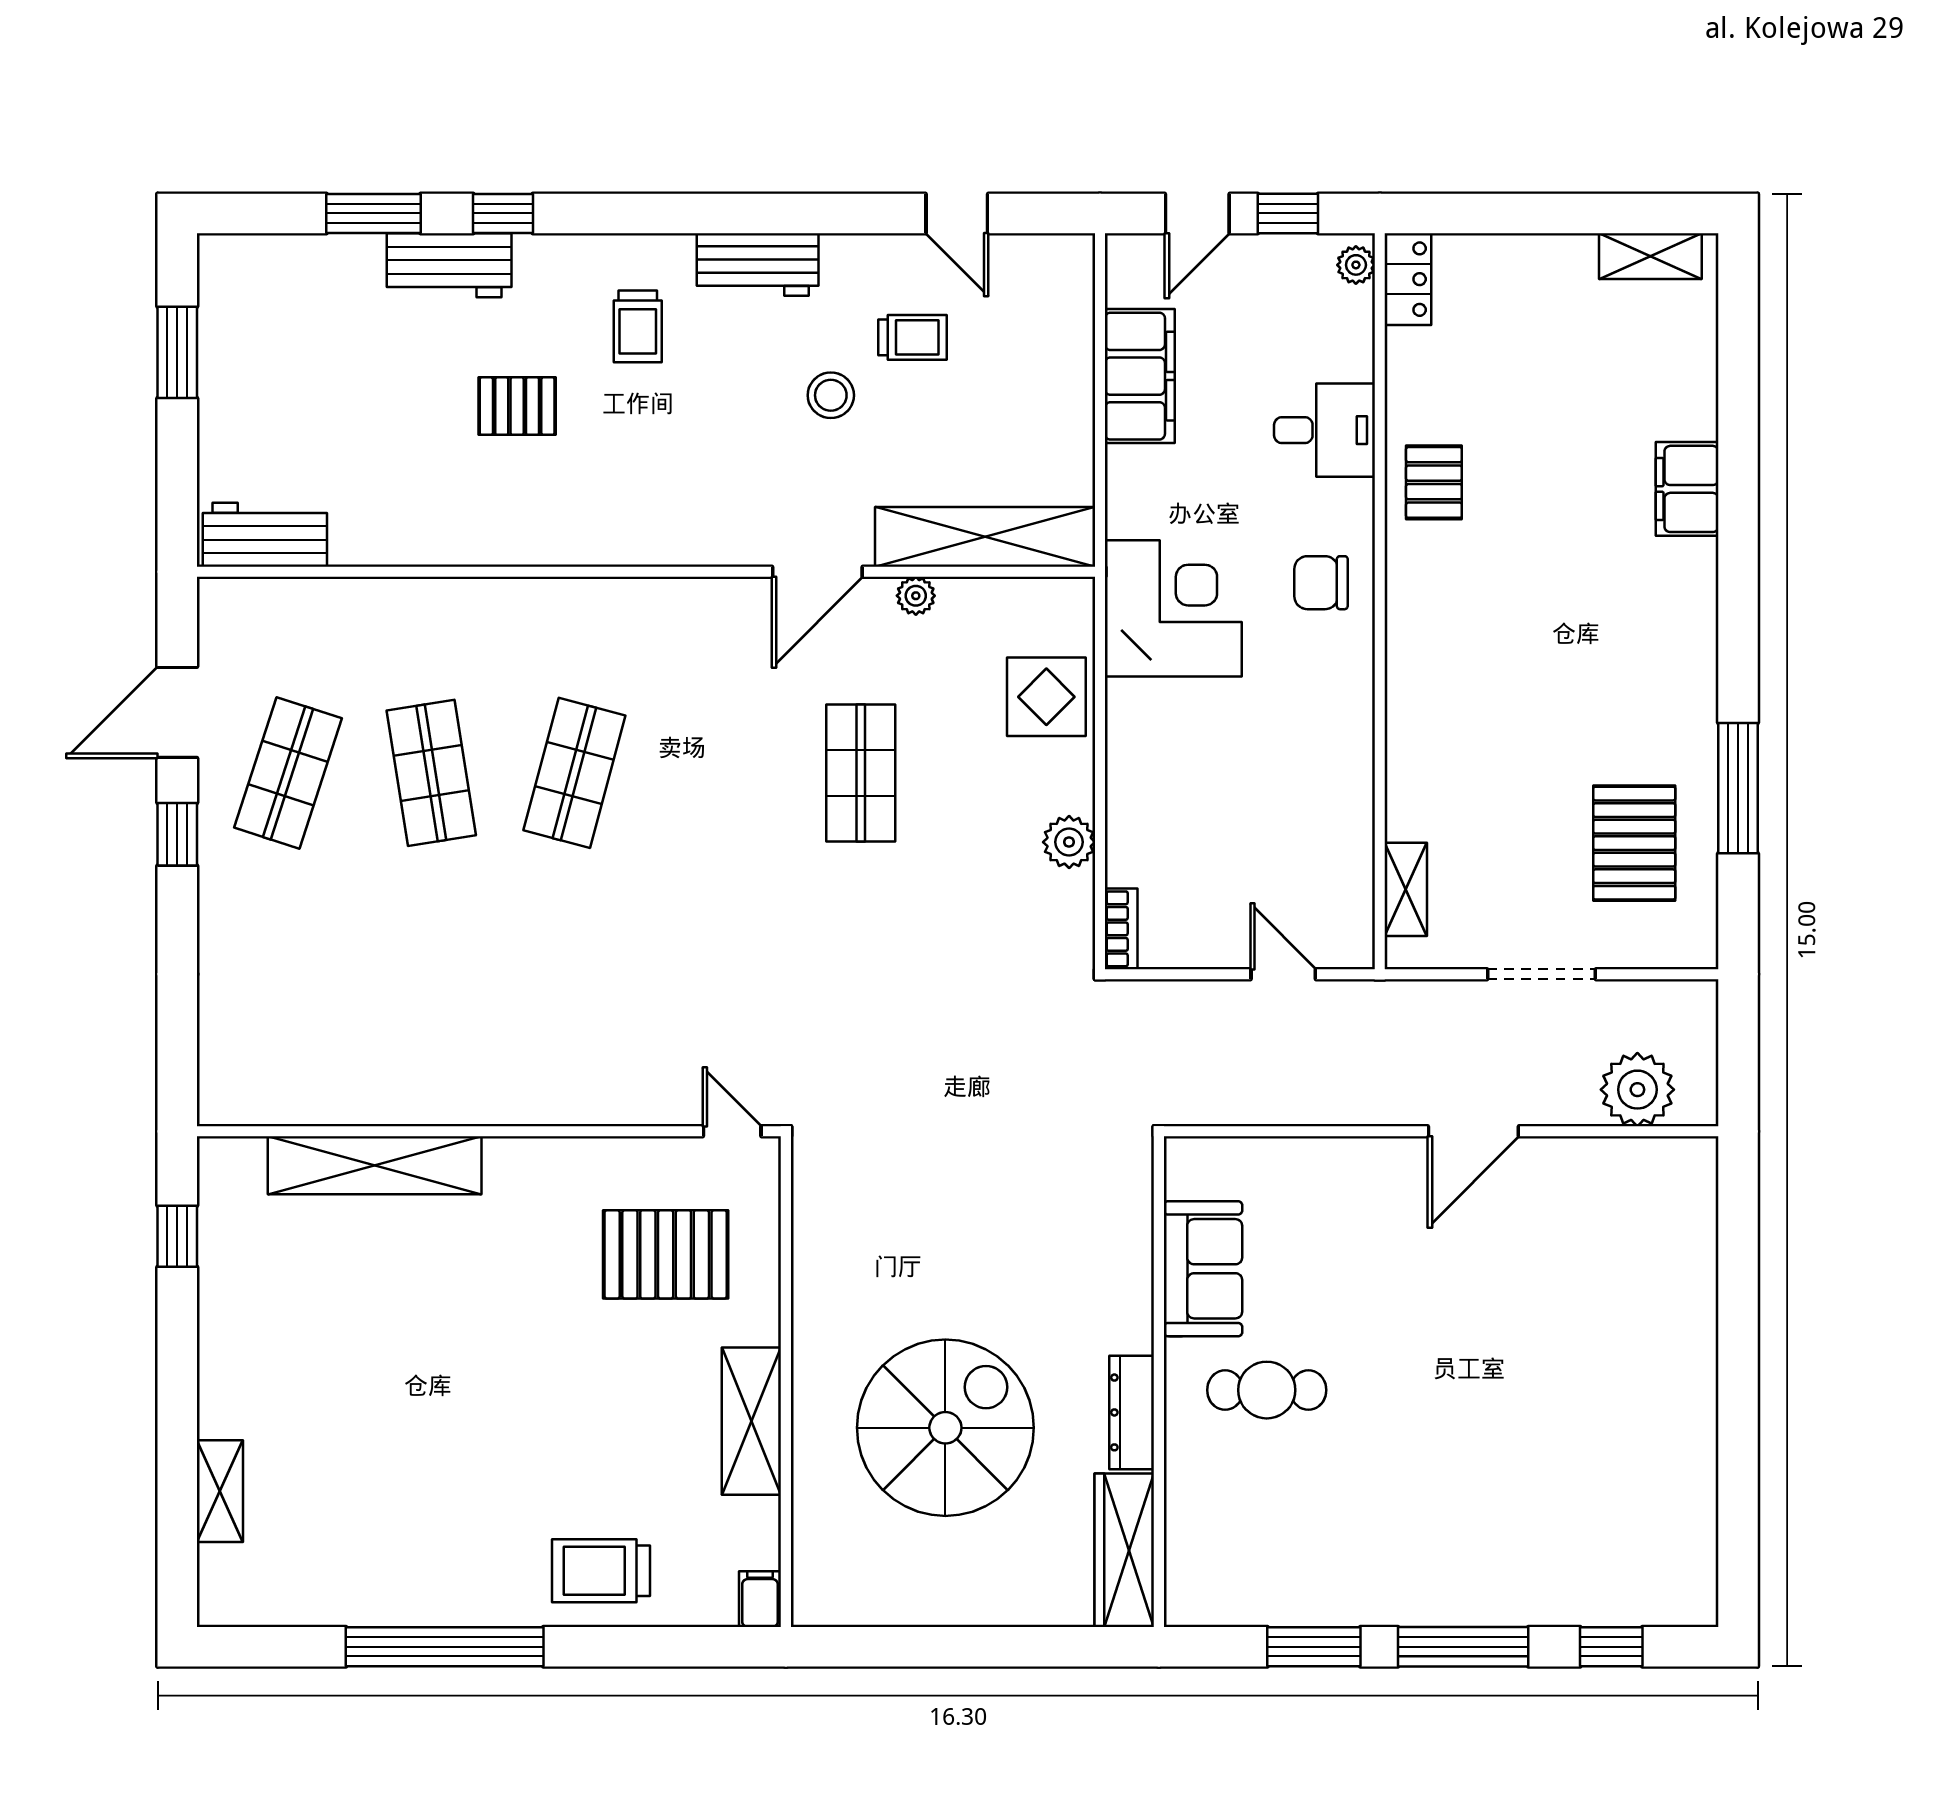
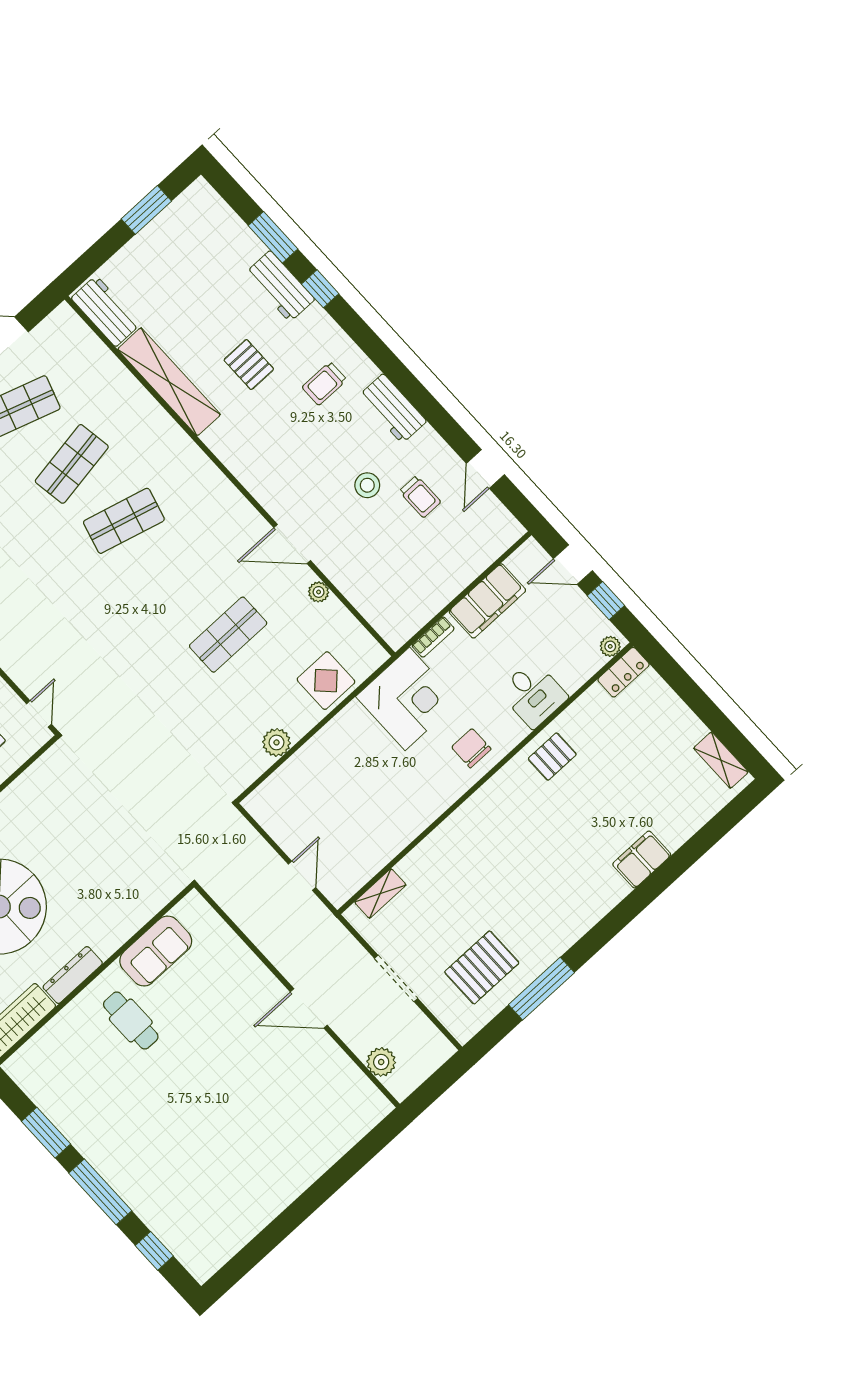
shelving: (985, 537) -> (169, 382), moved
bookcase: (1121, 929) -> (433, 637), moved
plant: (1637, 1090) -> (381, 1062), width x0.73, depth x0.73

